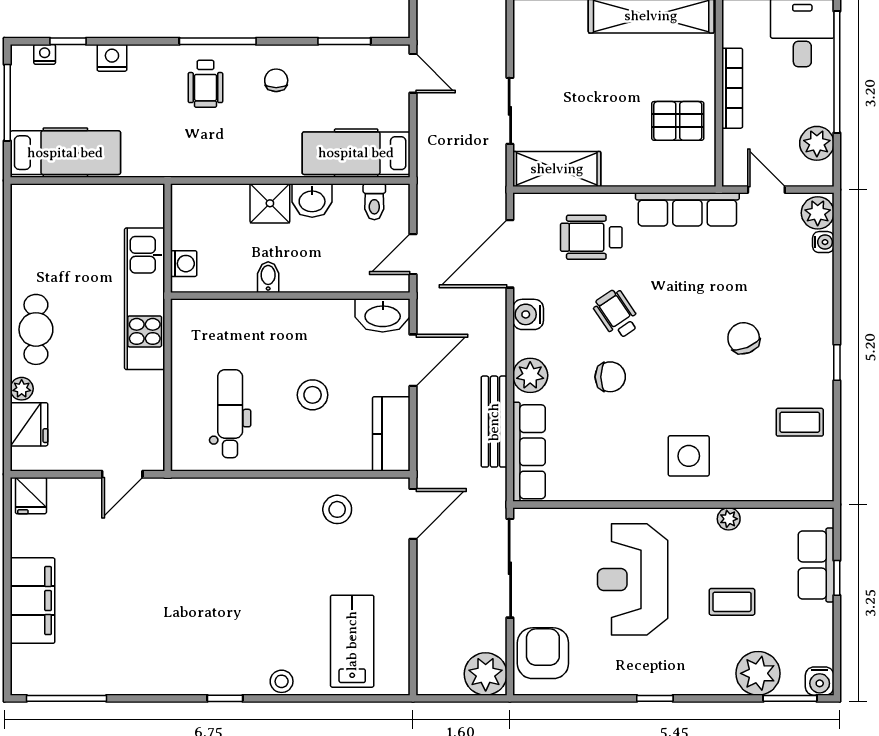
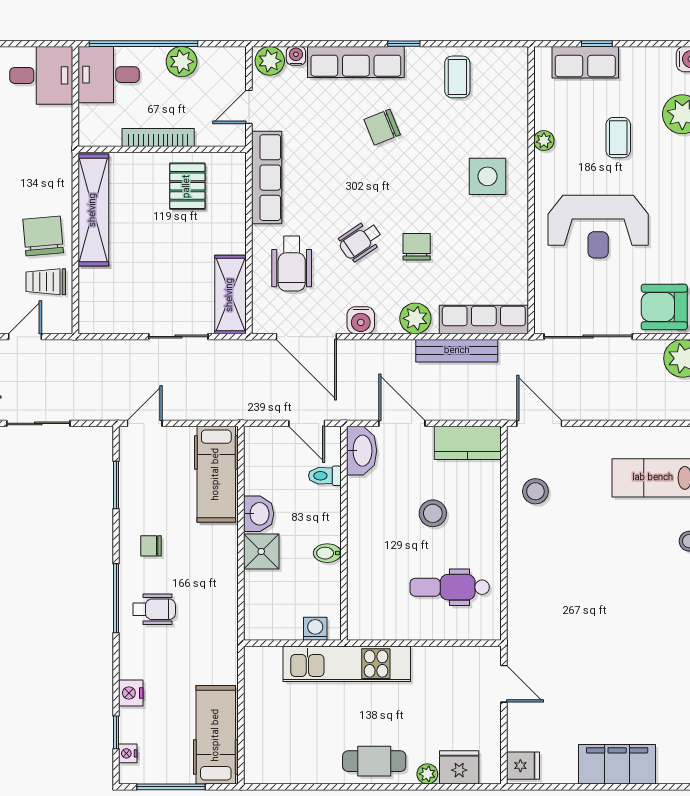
plant: (817, 143) -> (182, 62), moved
toilet: (374, 202) -> (325, 476), moved, turned 180
row of seats: (816, 309) -> (356, 62), added

